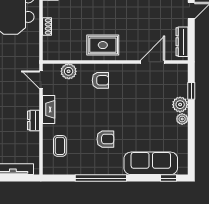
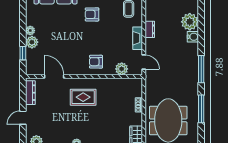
rug: (103, 45) -> (83, 97), moved
door: (153, 62) -> (54, 76), swing flipped

